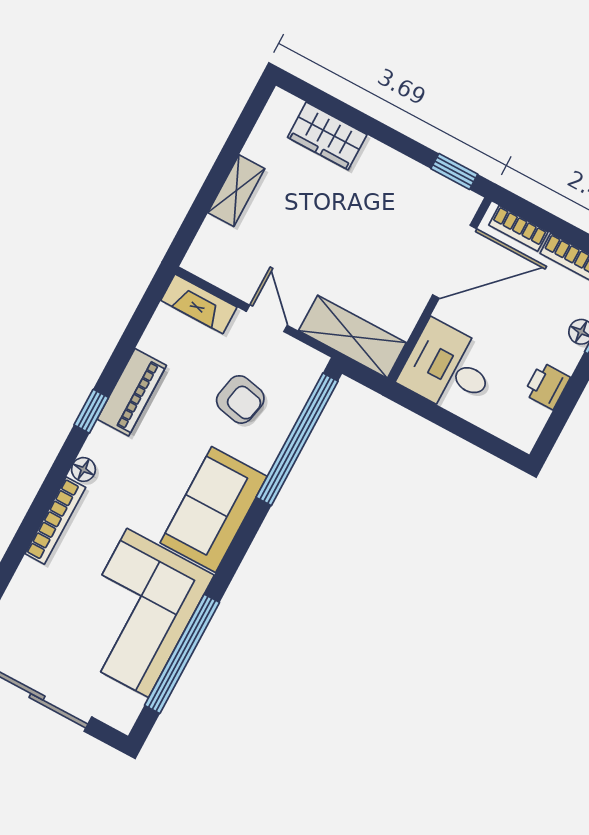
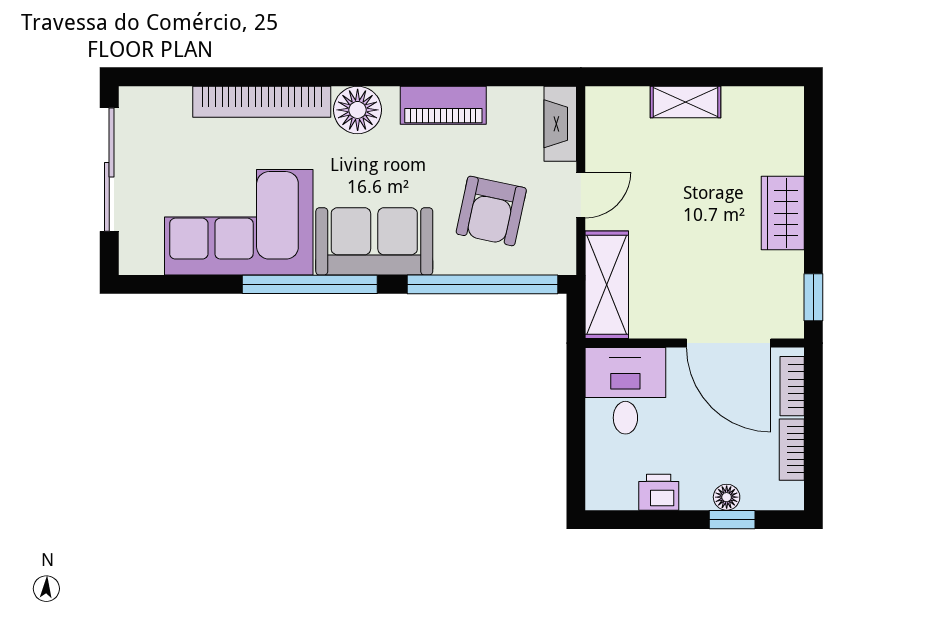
wardrobe: (327, 136) -> (783, 213), moved
armchair: (240, 399) -> (491, 211), width x1.38, depth x1.38
window: (91, 411) -> (405, 77), removed
floor lamp: (83, 469) -> (358, 110), width x1.89, depth x1.89
bookcase: (55, 521) -> (262, 102), width x1.48, depth x1.31
window: (182, 654) -> (310, 284), moved

